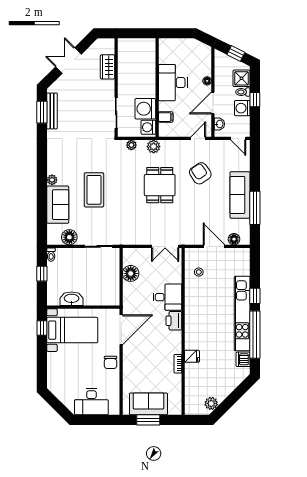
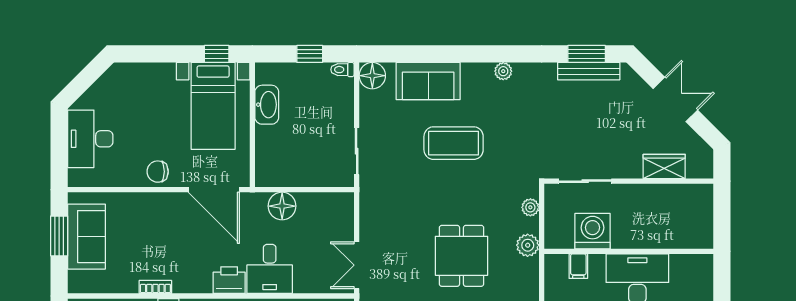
washing machine: (148, 127) -> (561, 236), removed
plant: (52, 180) -> (503, 71), moved
dining table: (160, 185) -> (462, 256), turned 90
floor lamp: (69, 237) -> (372, 76), moved
floor lamp: (131, 273) -> (282, 206), moved

